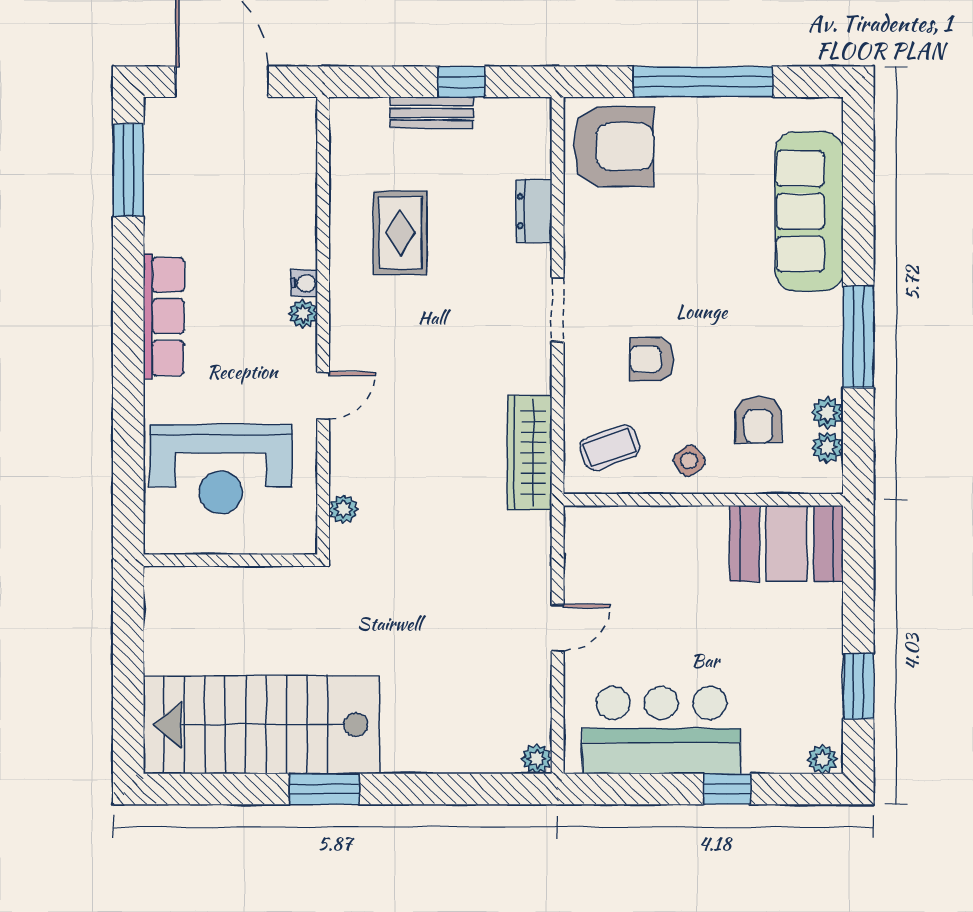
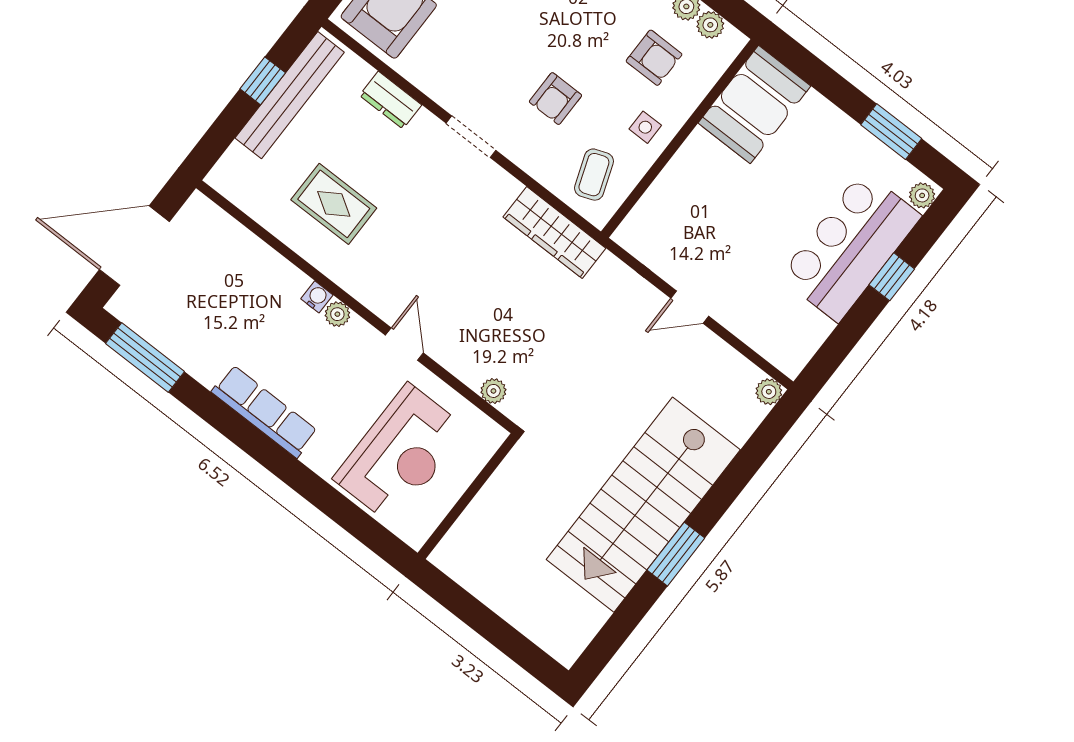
bench: (432, 113) -> (290, 95), width x1.86, depth x1.21
side table: (689, 461) -> (645, 127), turned 37
door: (558, 628) -> (690, 307), swing flipped
stairs: (262, 725) -> (643, 505), moved
bar counter: (661, 730) -> (850, 246), moved

